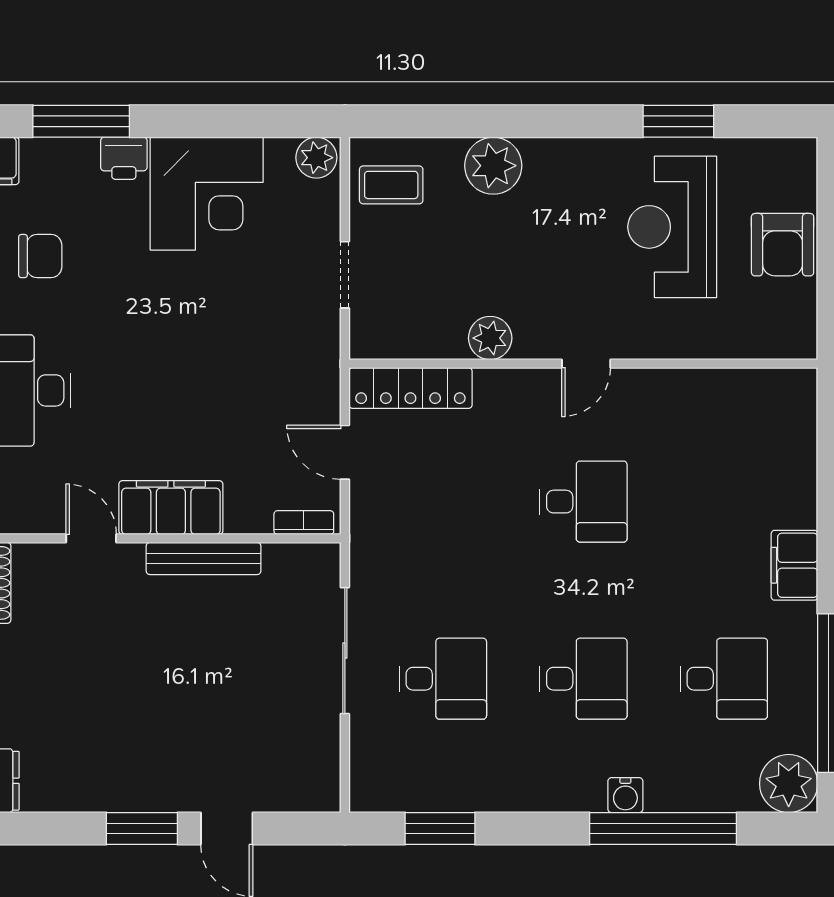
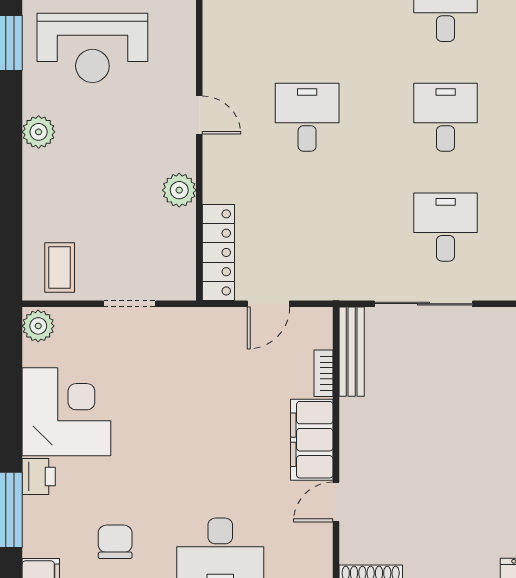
plant: (493, 166) -> (39, 132), moved, width x0.73, depth x0.73
bookcase: (304, 523) -> (323, 373), moved
bench: (204, 558) -> (352, 352), moved

